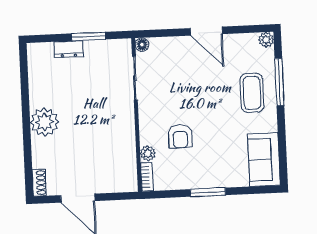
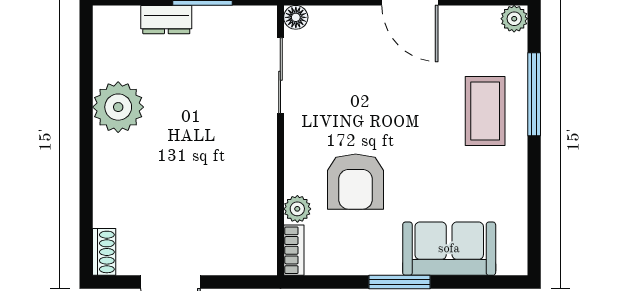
plant: (45, 122) -> (118, 107), moved
armchair: (180, 136) -> (356, 182), width x1.38, depth x1.38
sofa: (264, 160) -> (449, 249), moved, turned 90

